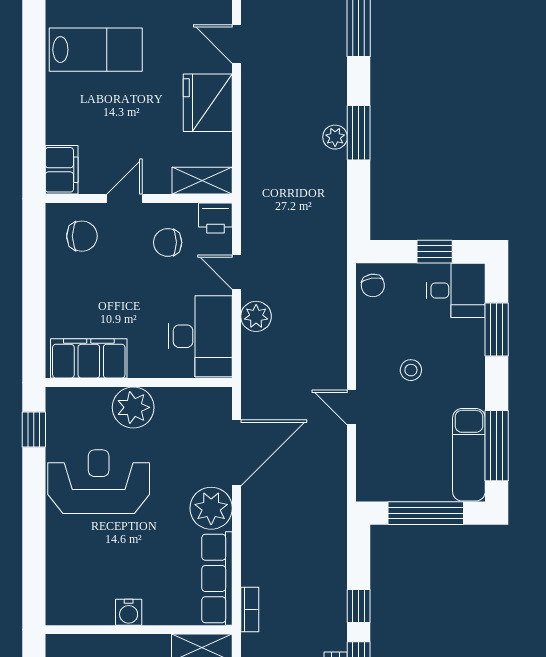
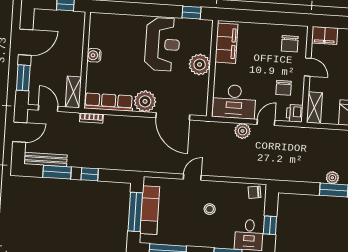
chair: (168, 242) -> (284, 88), turned 180
exam couch: (469, 455) -> (150, 210), moved, turned 90

